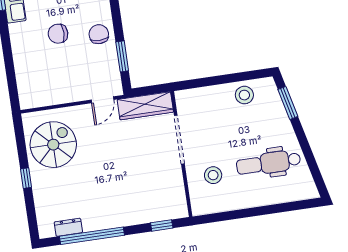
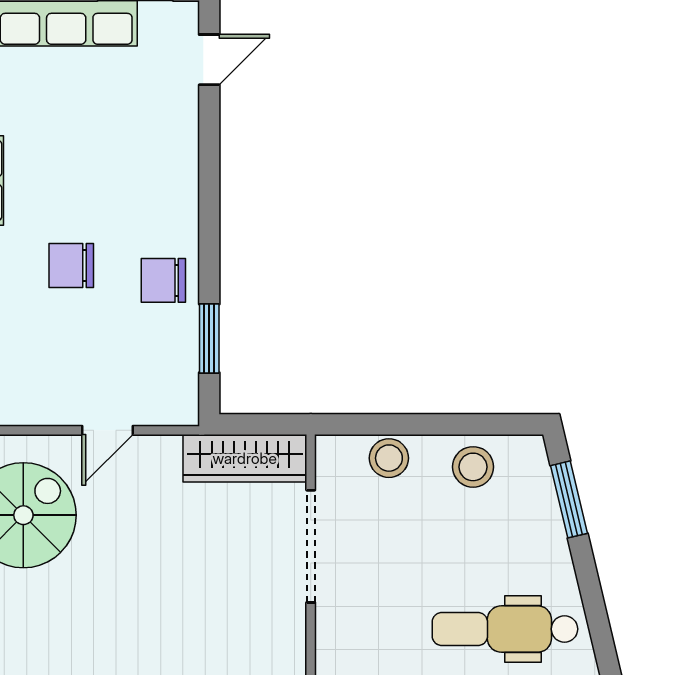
chair: (99, 34) -> (163, 280), turned -90
door: (103, 100) -> (107, 430), moved
stool: (213, 175) -> (389, 458), moved

